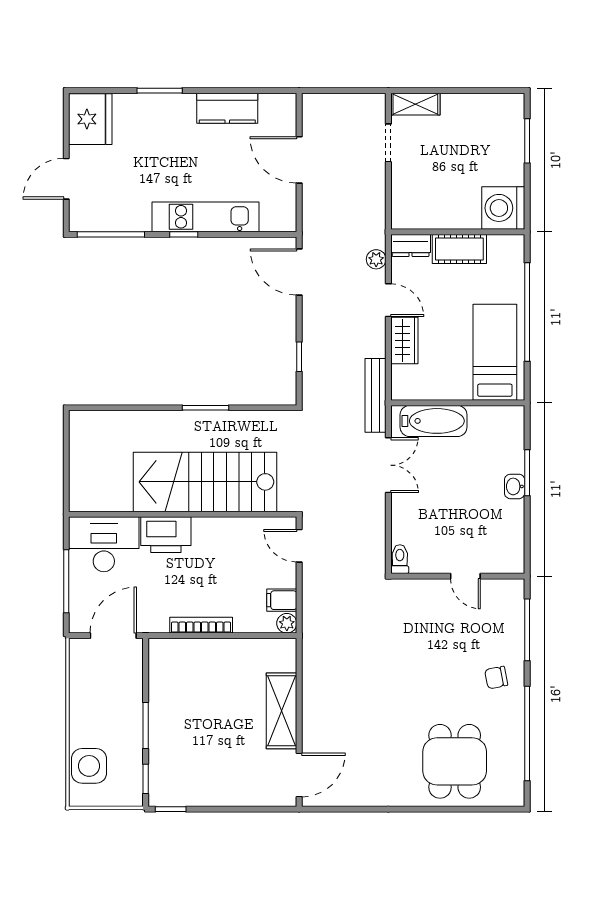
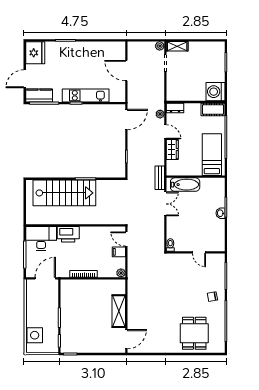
plant: (375, 103) -> (160, 46), added
kitchen counter: (227, 108) -> (39, 95), moved, turned 180
cot: (459, 249) -> (213, 110), moved
door: (299, 272) -> (126, 120), swing flipped
bench: (375, 395) -> (160, 178), width x0.73
stairs: (205, 482) -> (64, 193), moved, turned 180
filing cabinet: (282, 600) -> (119, 252), moved

